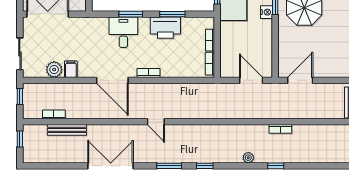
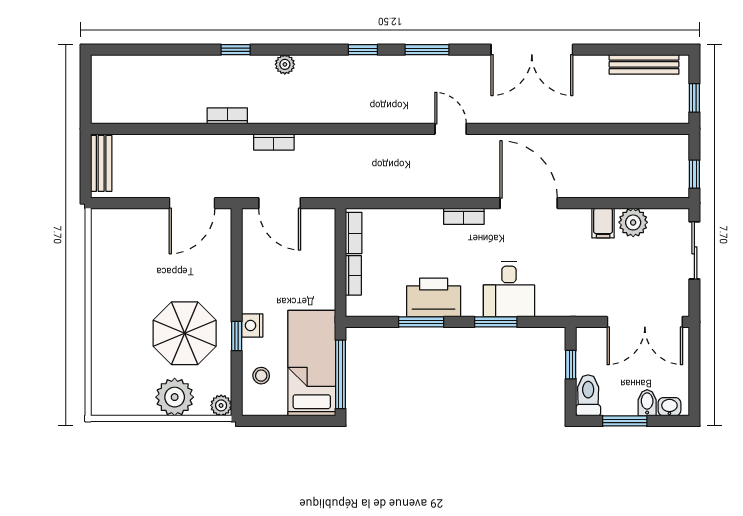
bookcase: (54, 114) -> (274, 142), moved
bench: (67, 130) -> (644, 64), moved

